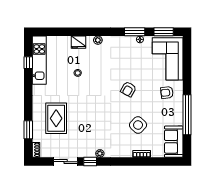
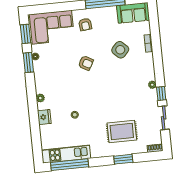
window: (28, 63) -> (70, 165), width x3.17
window: (28, 130) -> (123, 159), moved

